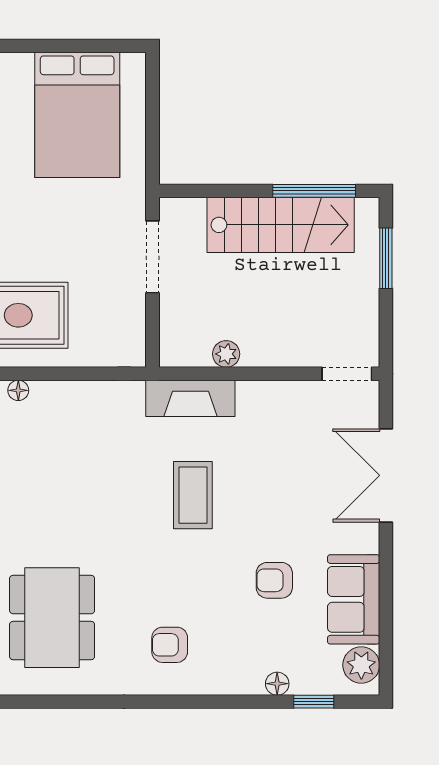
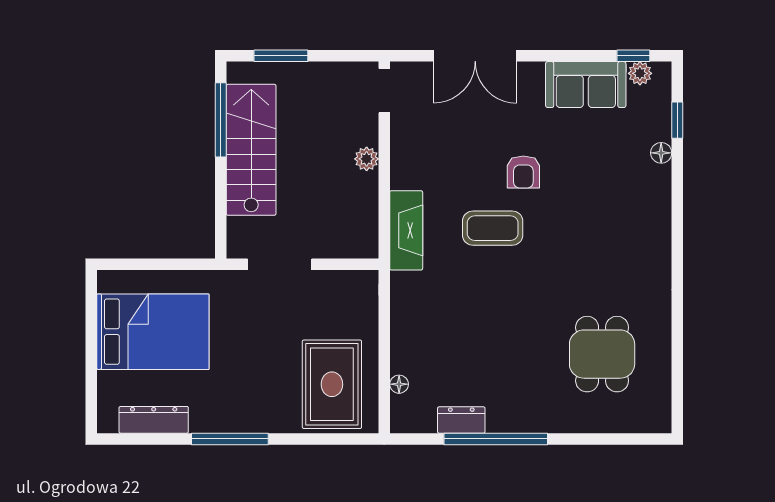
plant: (226, 354) -> (367, 159), moved
armchair: (274, 580) -> (523, 172), moved
dining table: (52, 618) -> (602, 354), width x0.73
armchair: (170, 645) -> (626, 249), removed
window: (386, 653) -> (633, 56), added
plant: (361, 665) -> (640, 73), width x0.73, depth x0.73

